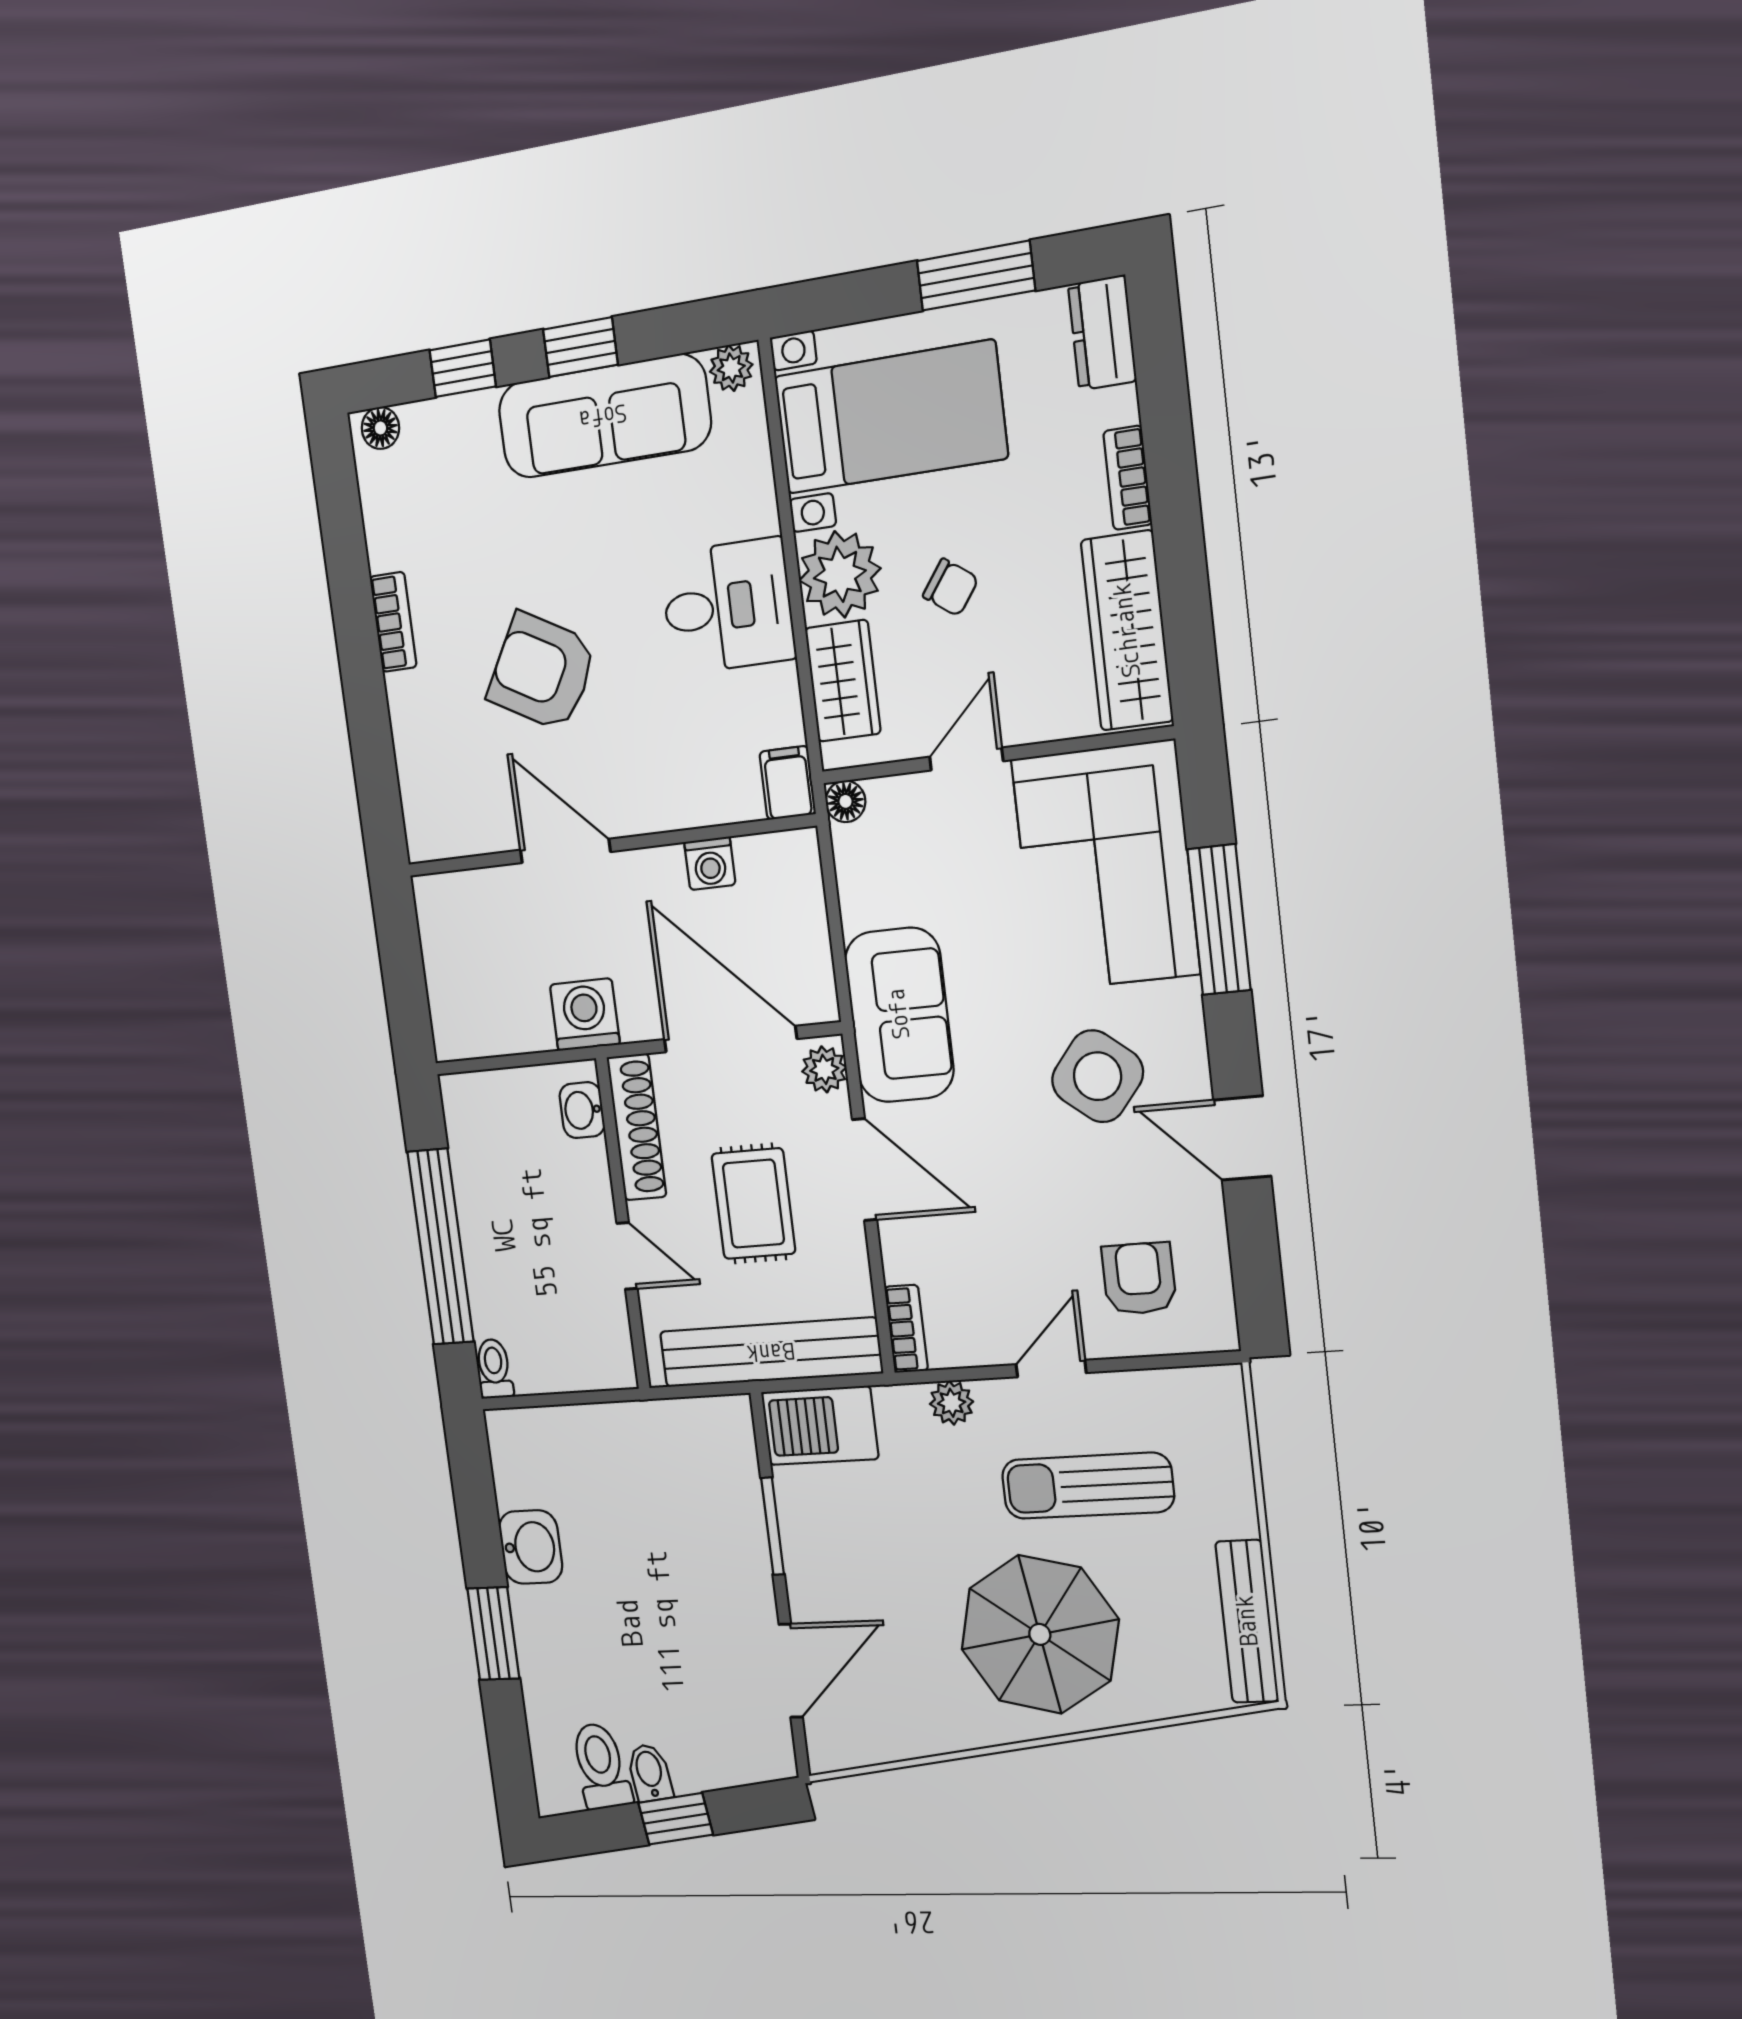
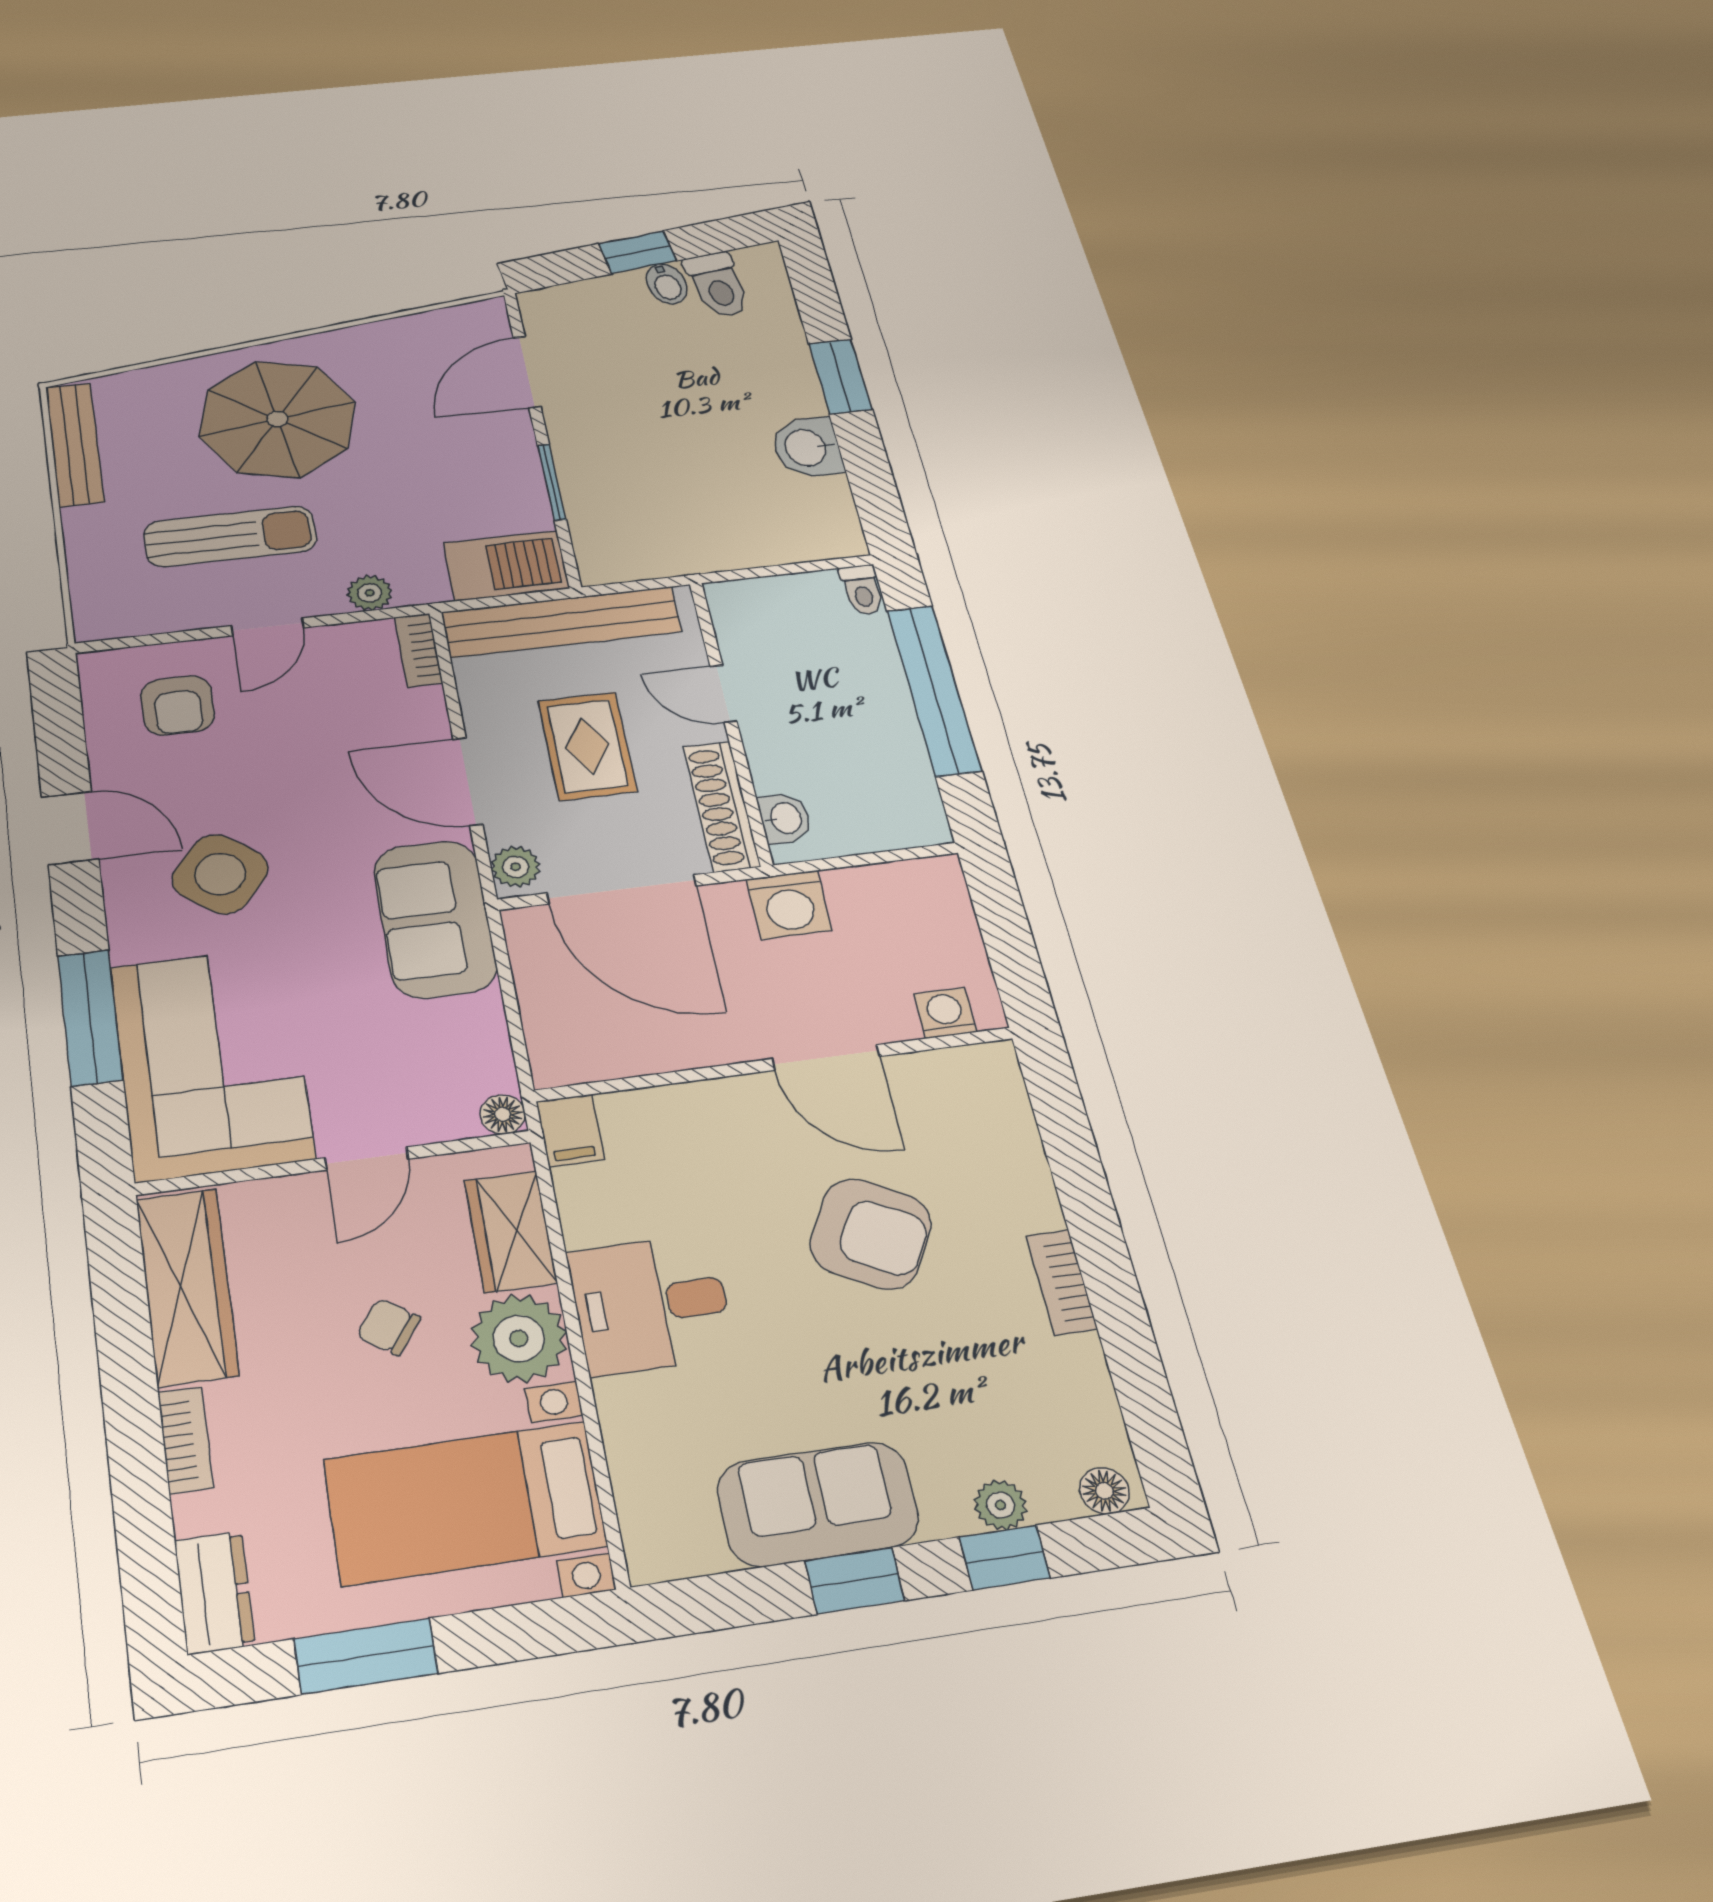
plant: (731, 368) -> (1000, 1505), moved
sofa: (604, 416) -> (818, 1504), width x0.73
washing machine: (710, 863) -> (945, 1013), moved

